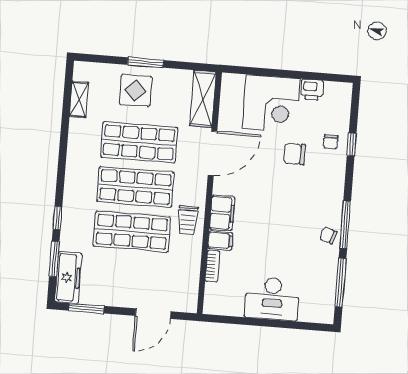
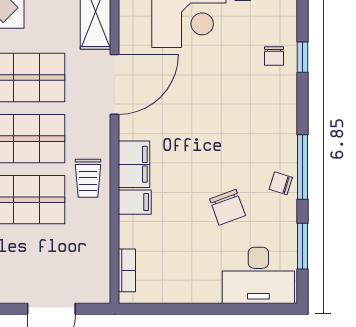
chair: (294, 154) -> (228, 207), moved, turned -110
bookcase: (213, 266) -> (127, 270), moved
window: (341, 283) -> (303, 246), width x0.69
desk: (272, 299) -> (258, 275), moved

